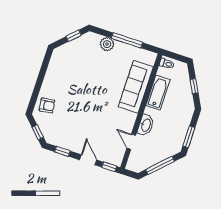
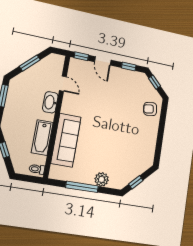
window: (160, 165) -> (30, 63), width x0.69

